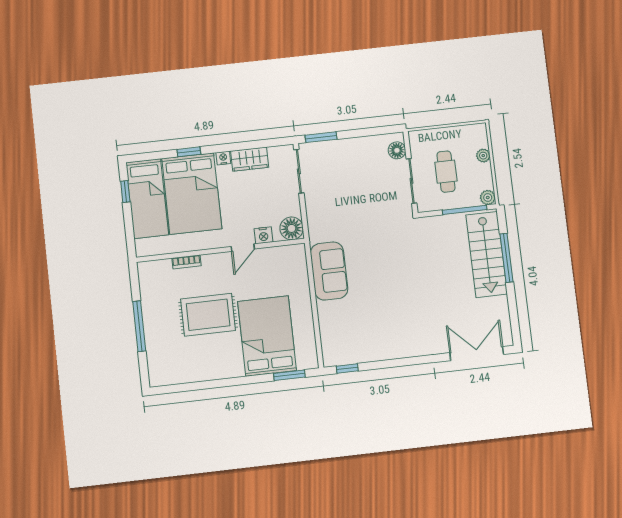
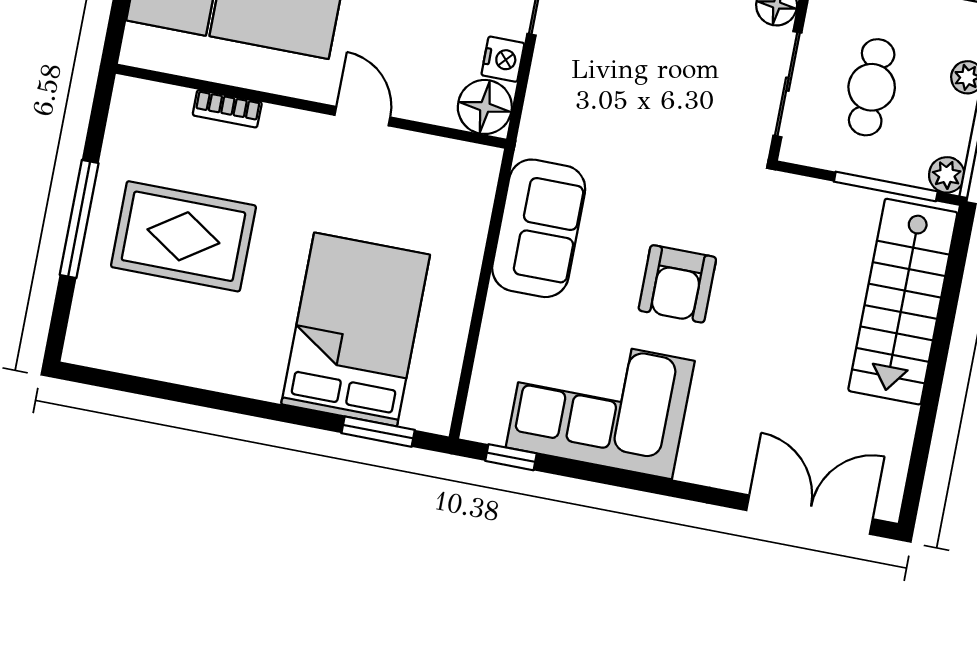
nightstand: (263, 235) -> (503, 59), moved, turned -90
door: (243, 248) -> (362, 116), swing flipped
window: (506, 258) -> (945, 323), removed
armchair: (393, 276) -> (677, 284), added
rug: (208, 315) -> (183, 236), moved
corner sofa: (377, 335) -> (600, 404), added

